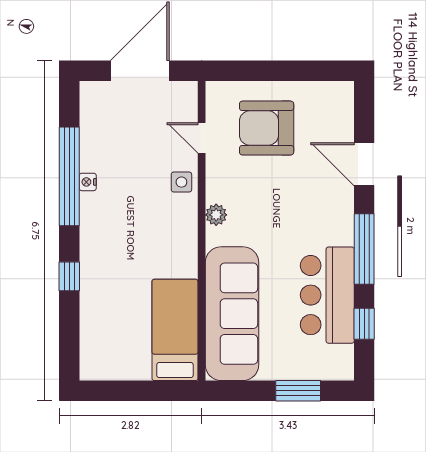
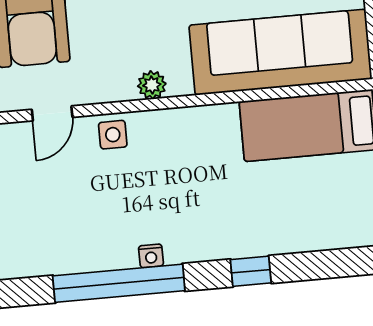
nightstand: (88, 182) -> (151, 256), moved

